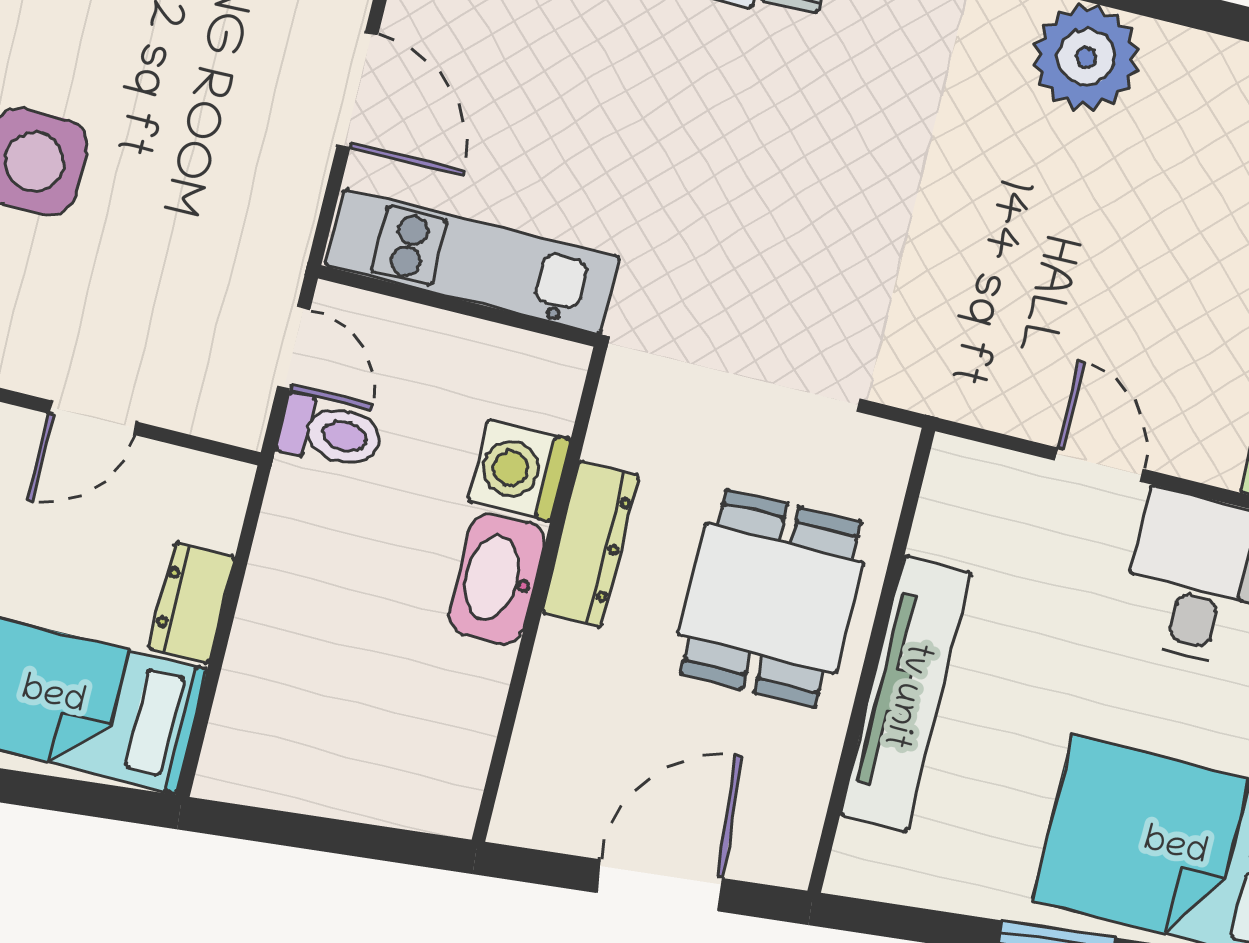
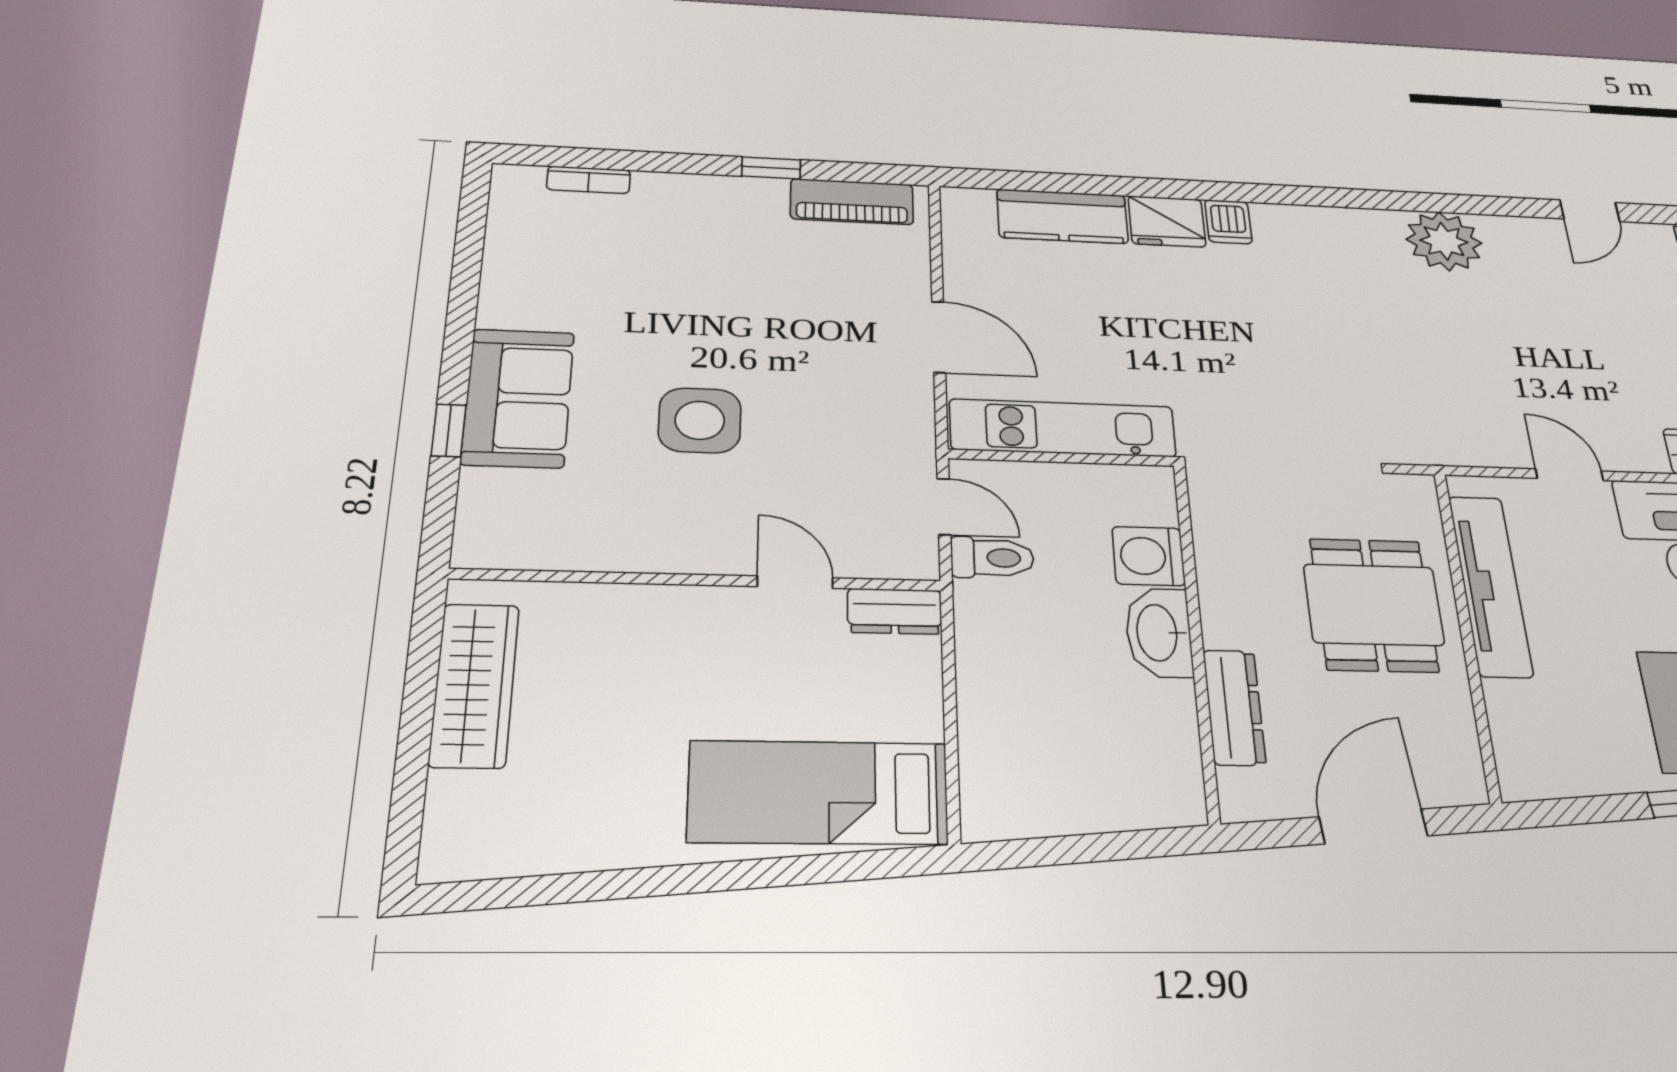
door: (93, 418) -> (795, 582), swing flipped
dresser: (590, 544) -> (1234, 707), moved
dresser: (192, 603) -> (895, 611), moved, turned -90
tv unit: (905, 694) -> (1490, 585), moved

